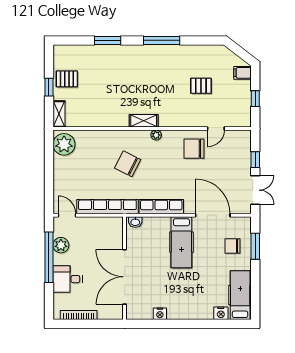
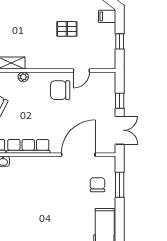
door: (213, 215) -> (78, 155), hinge flipped
hospital bed: (181, 242) -> (48, 181), removed
chair: (232, 246) -> (97, 185), turned 90

